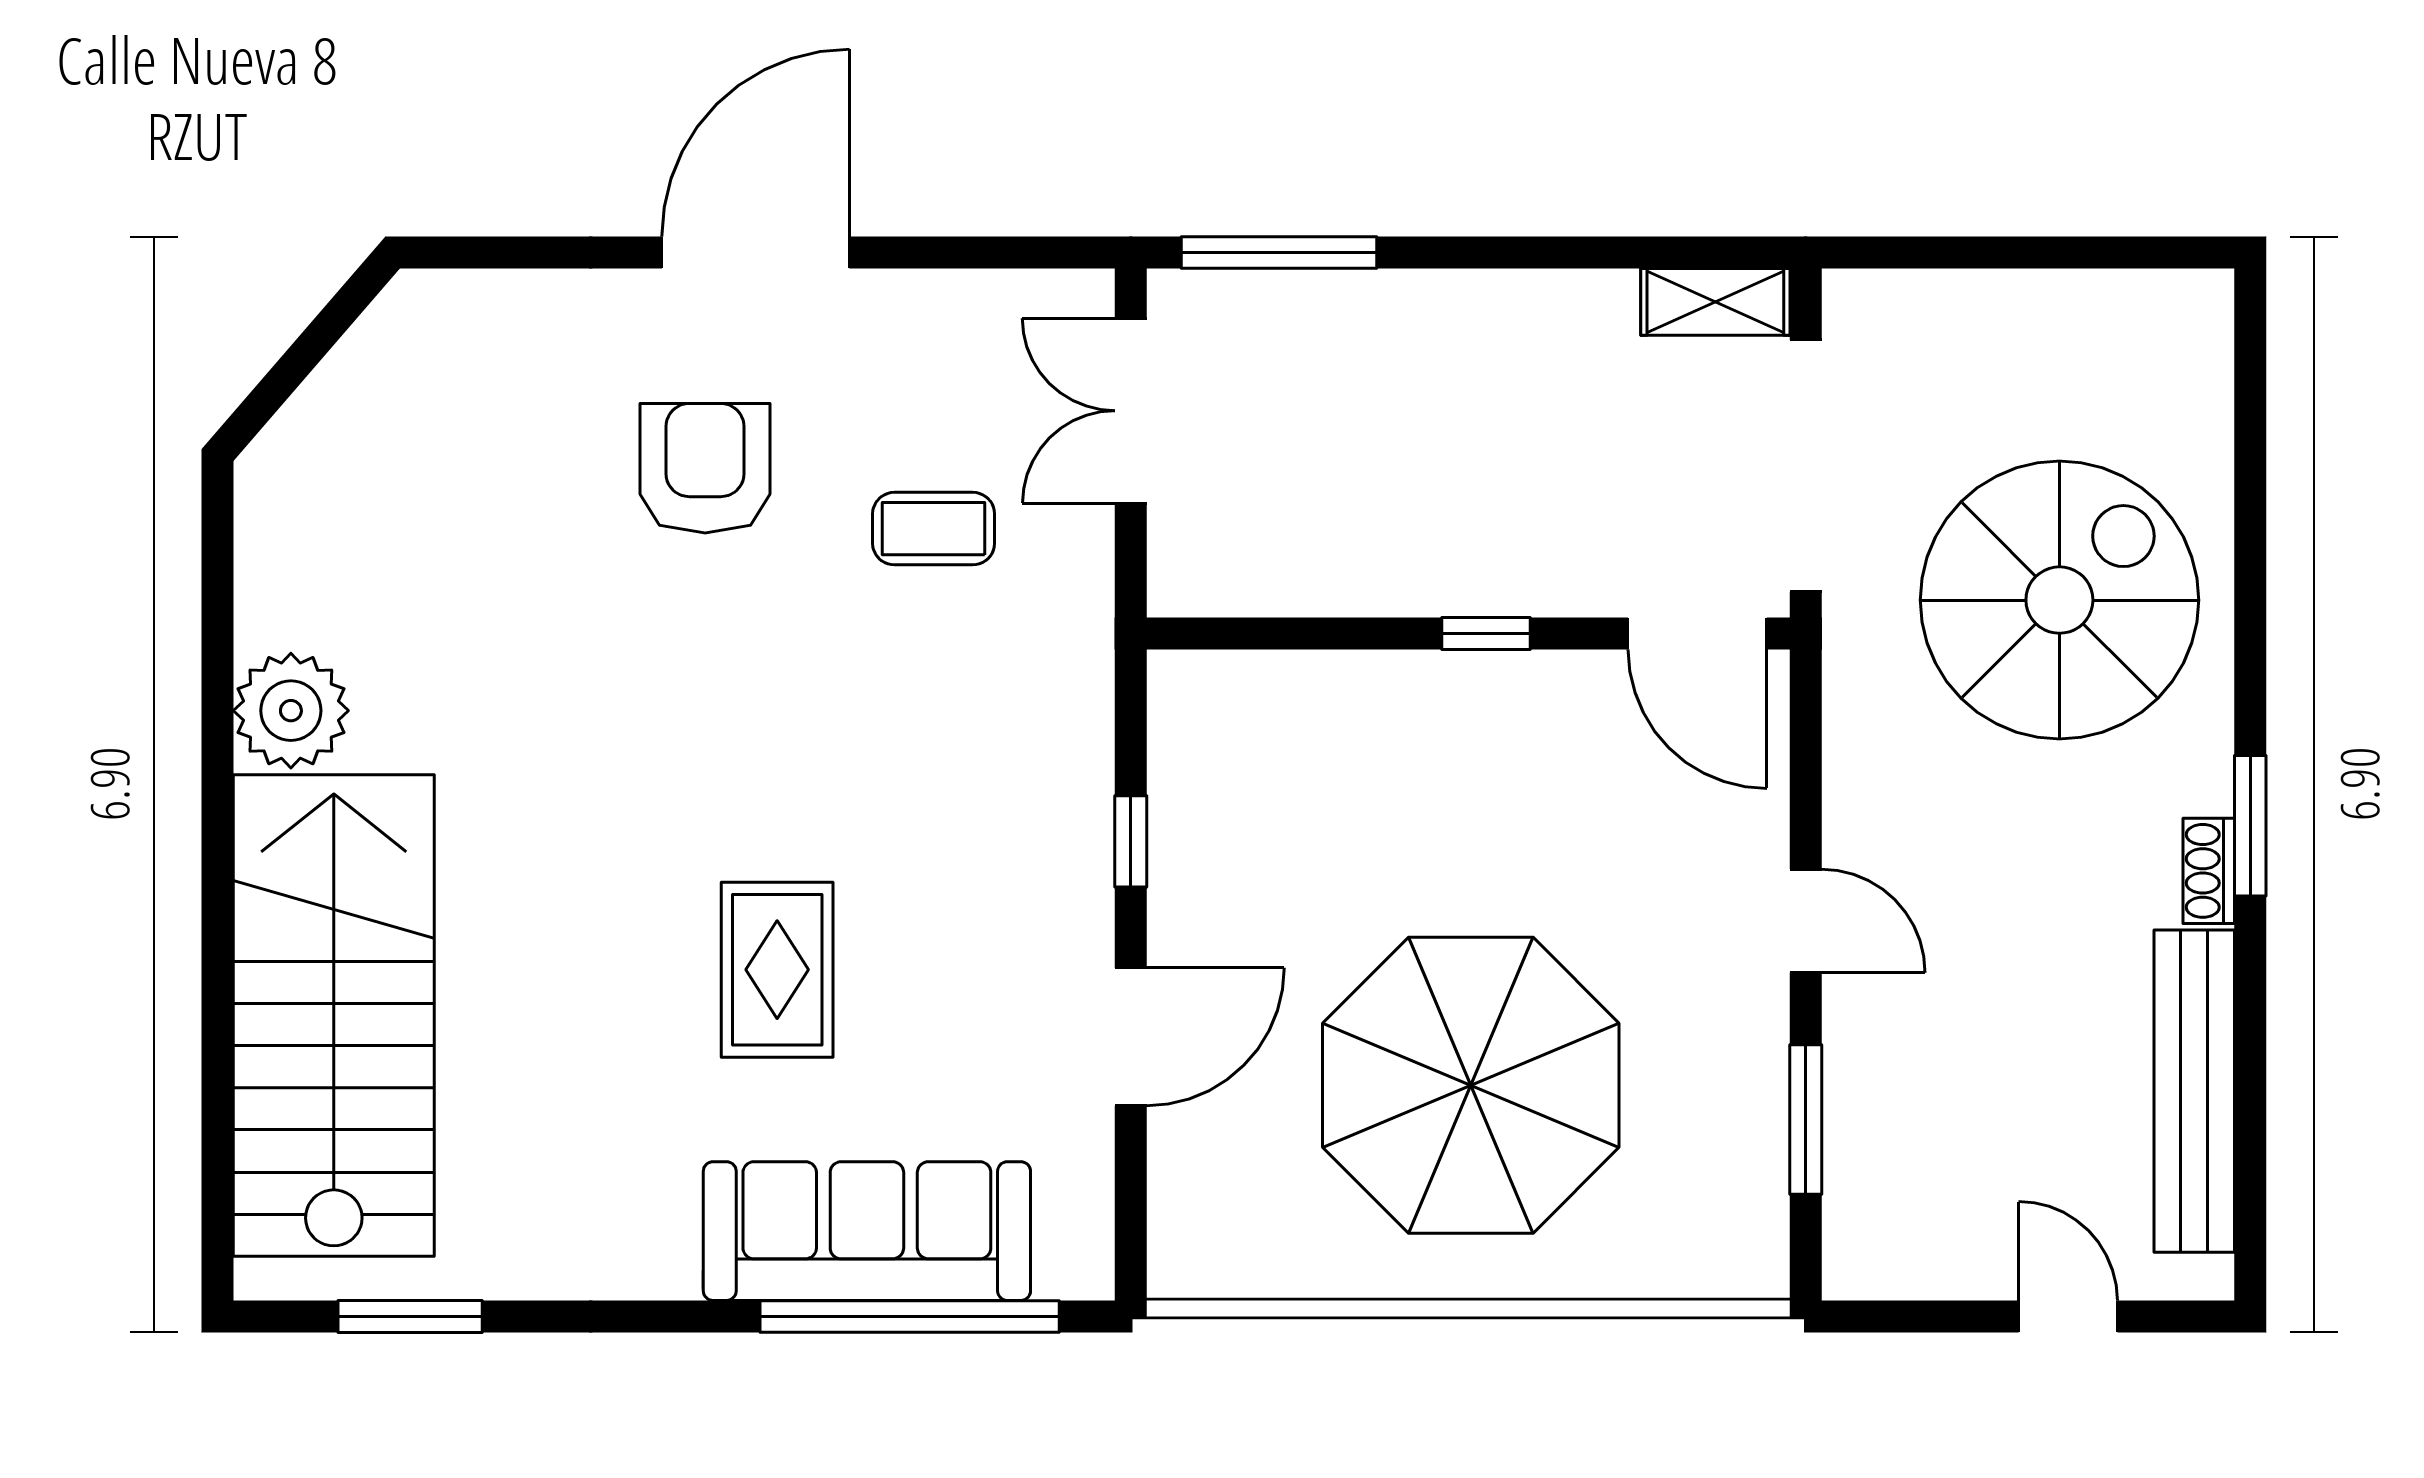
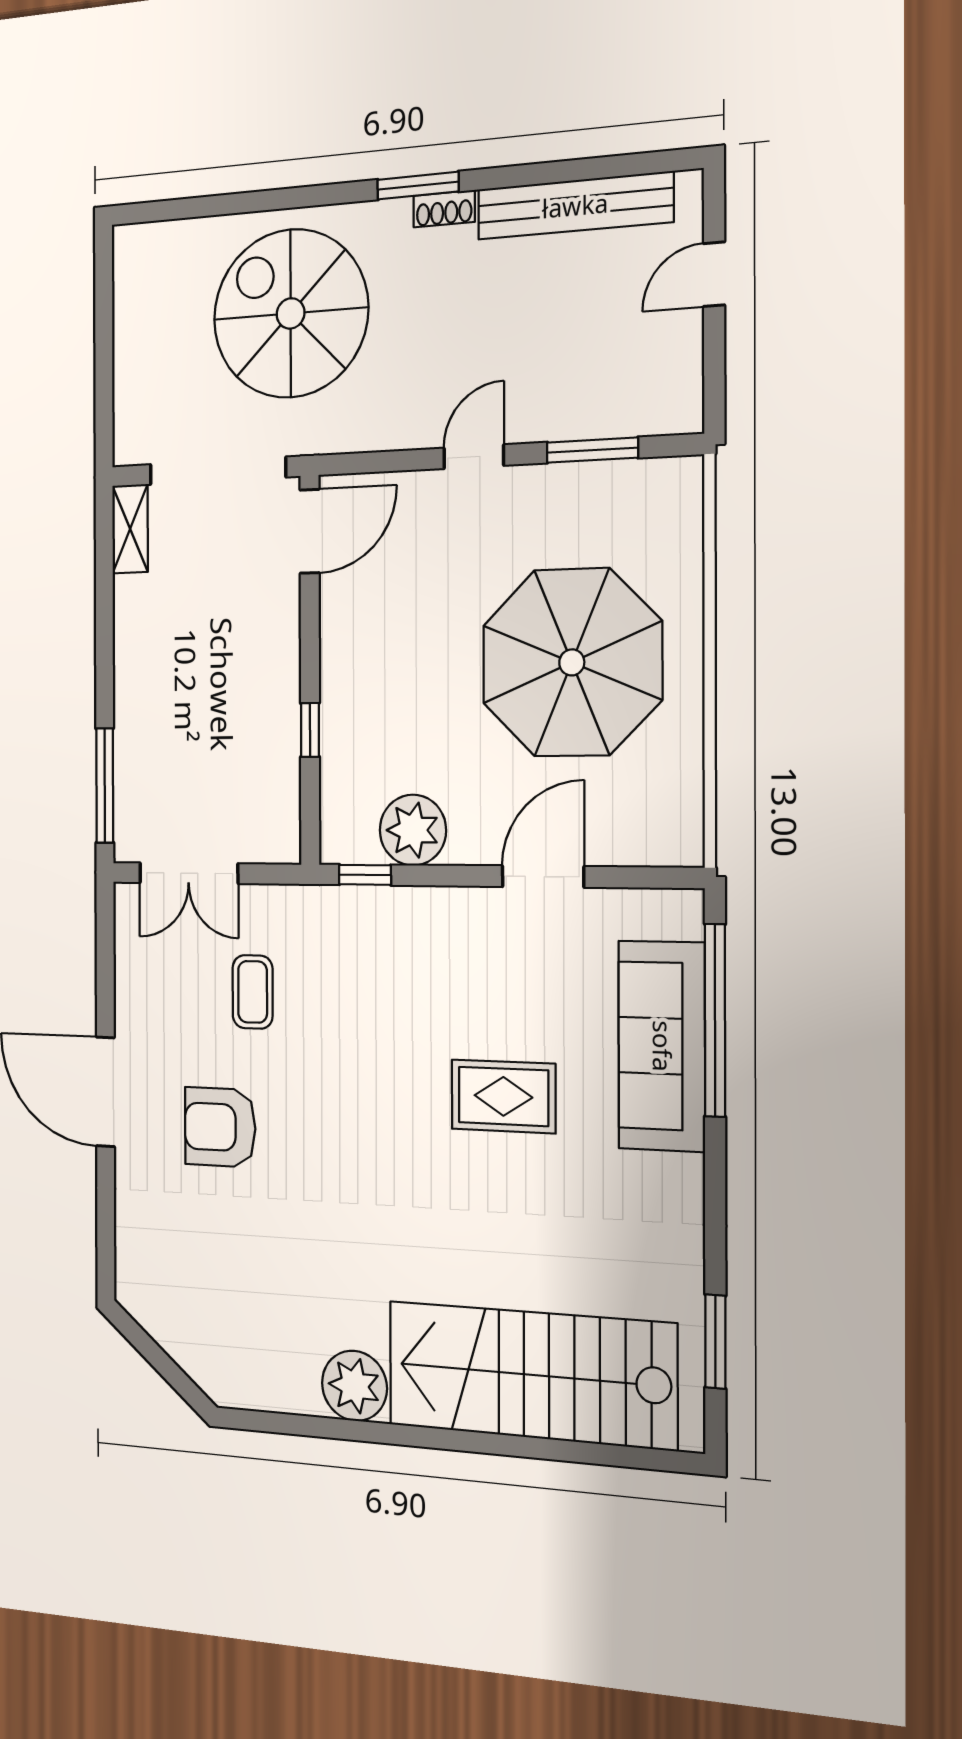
window: (1486, 634) -> (310, 730), moved
plant: (1204, 815) -> (413, 830), added
window: (1131, 841) -> (365, 875), moved
door: (1131, 1037) -> (543, 877), hinge flipped

